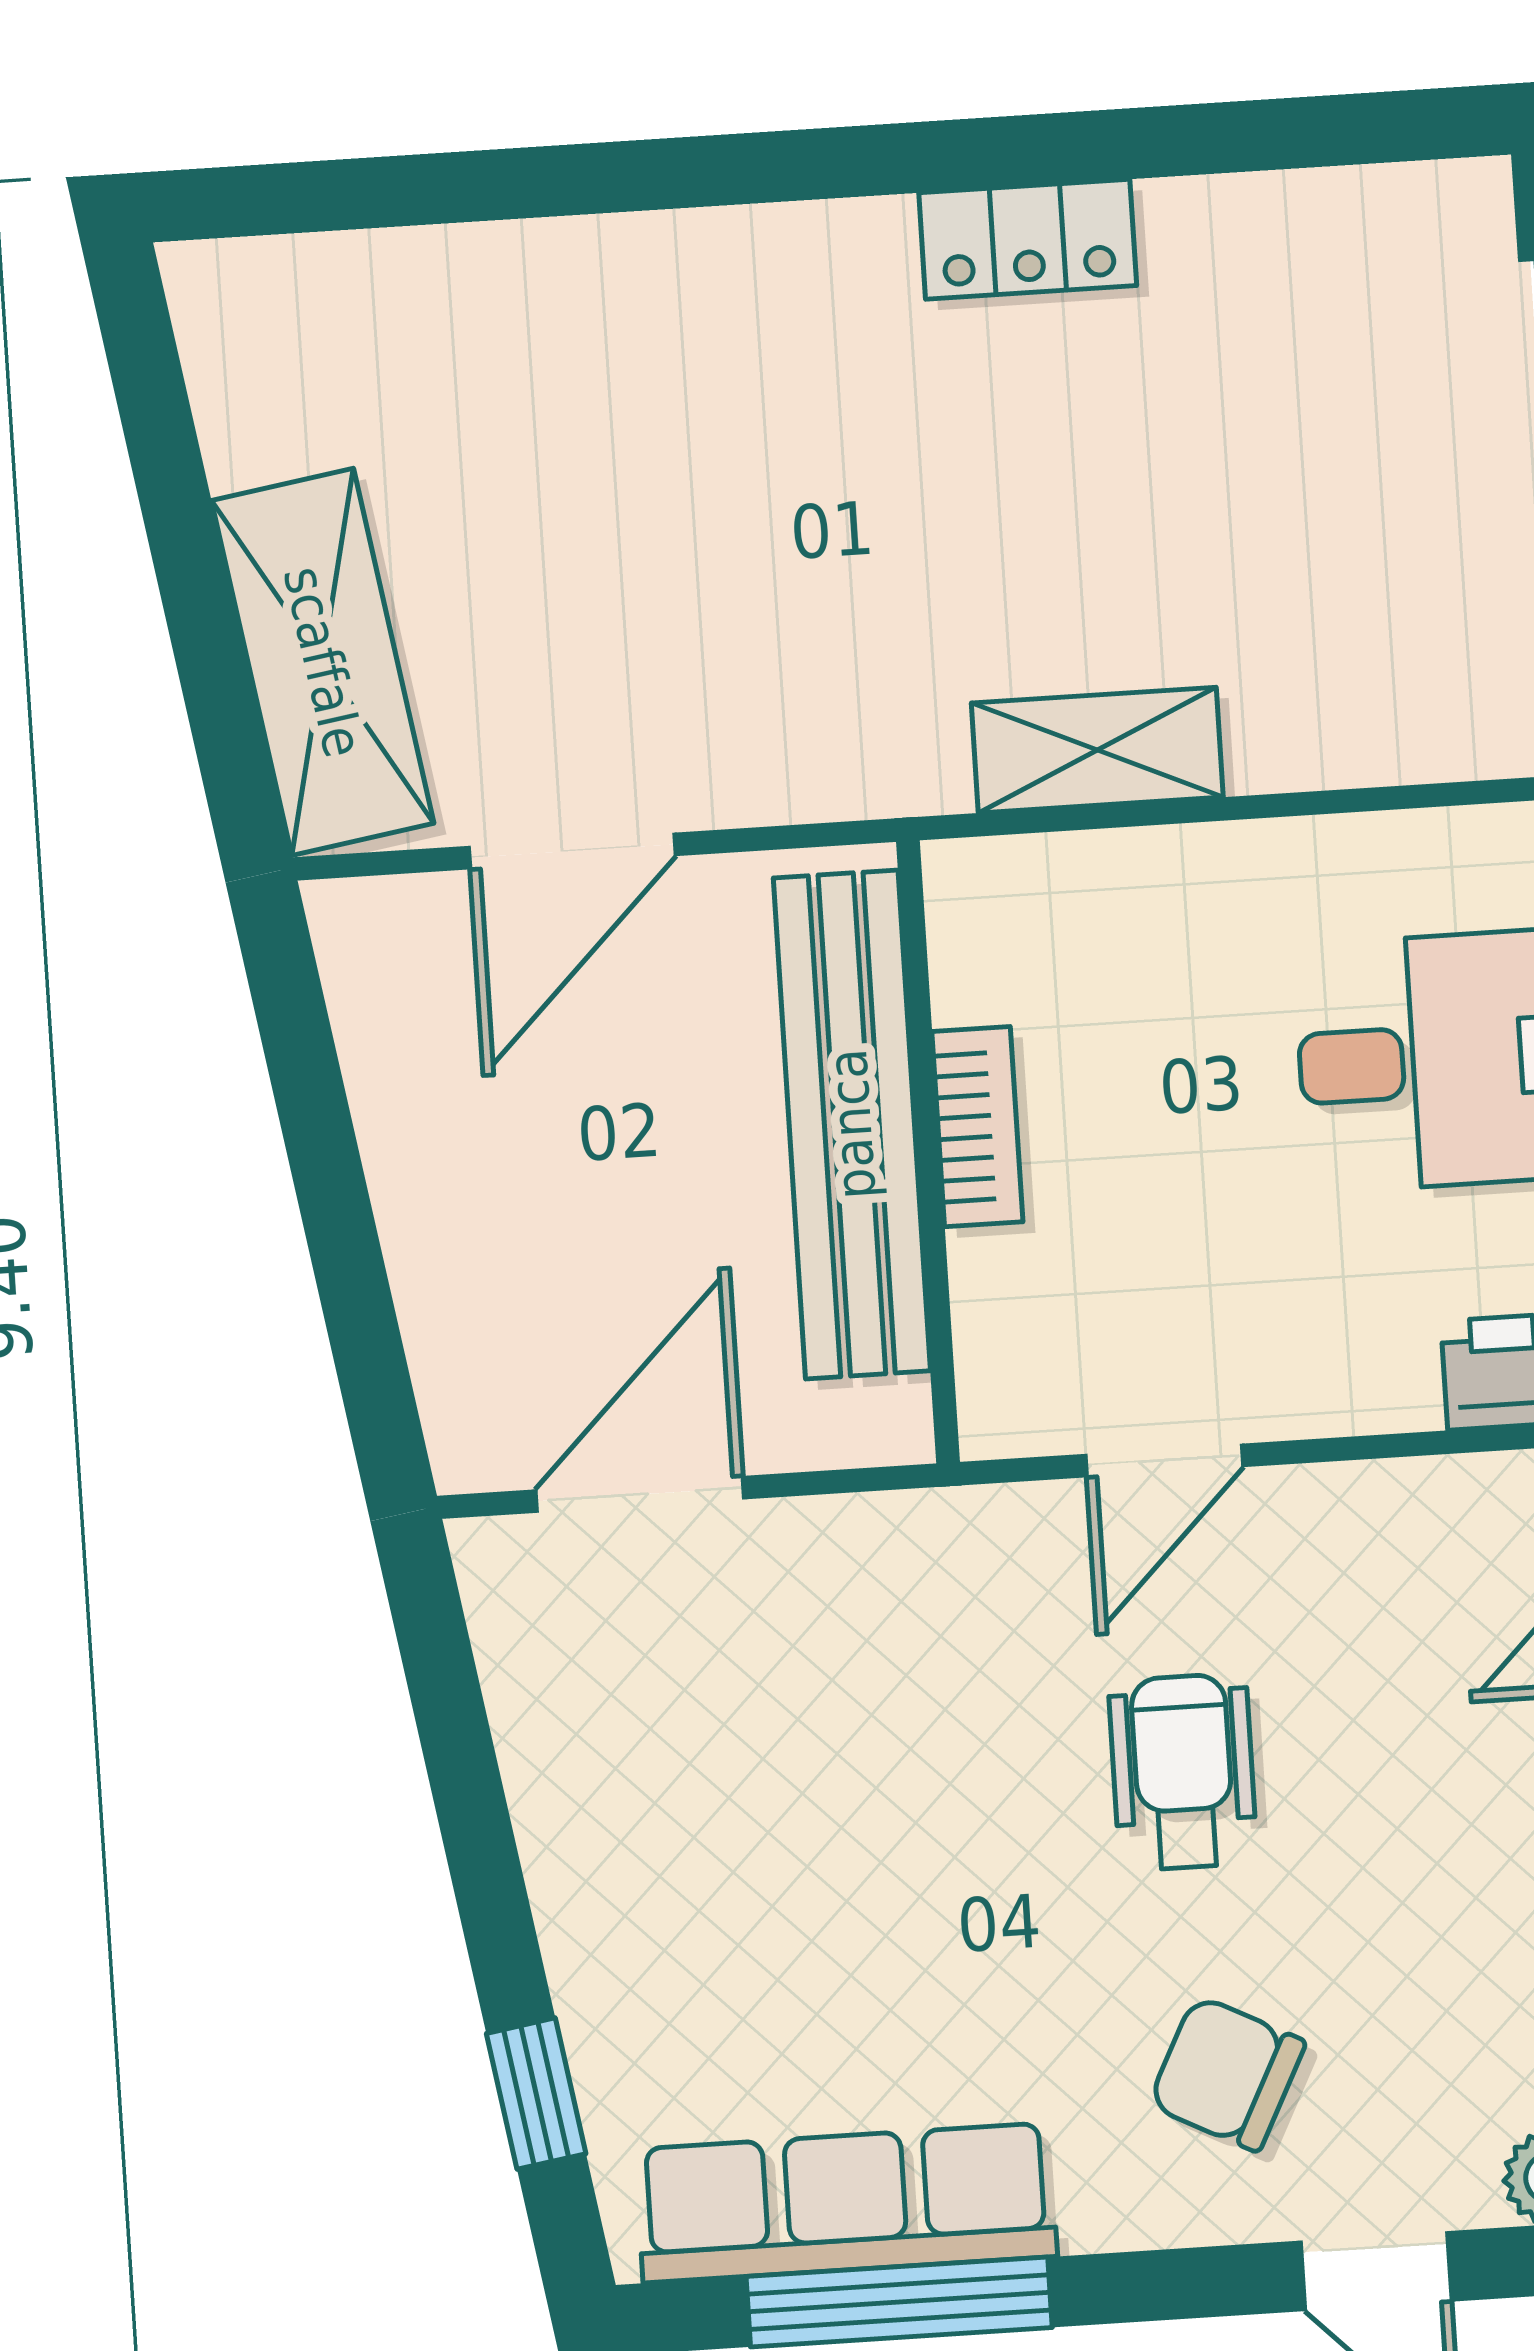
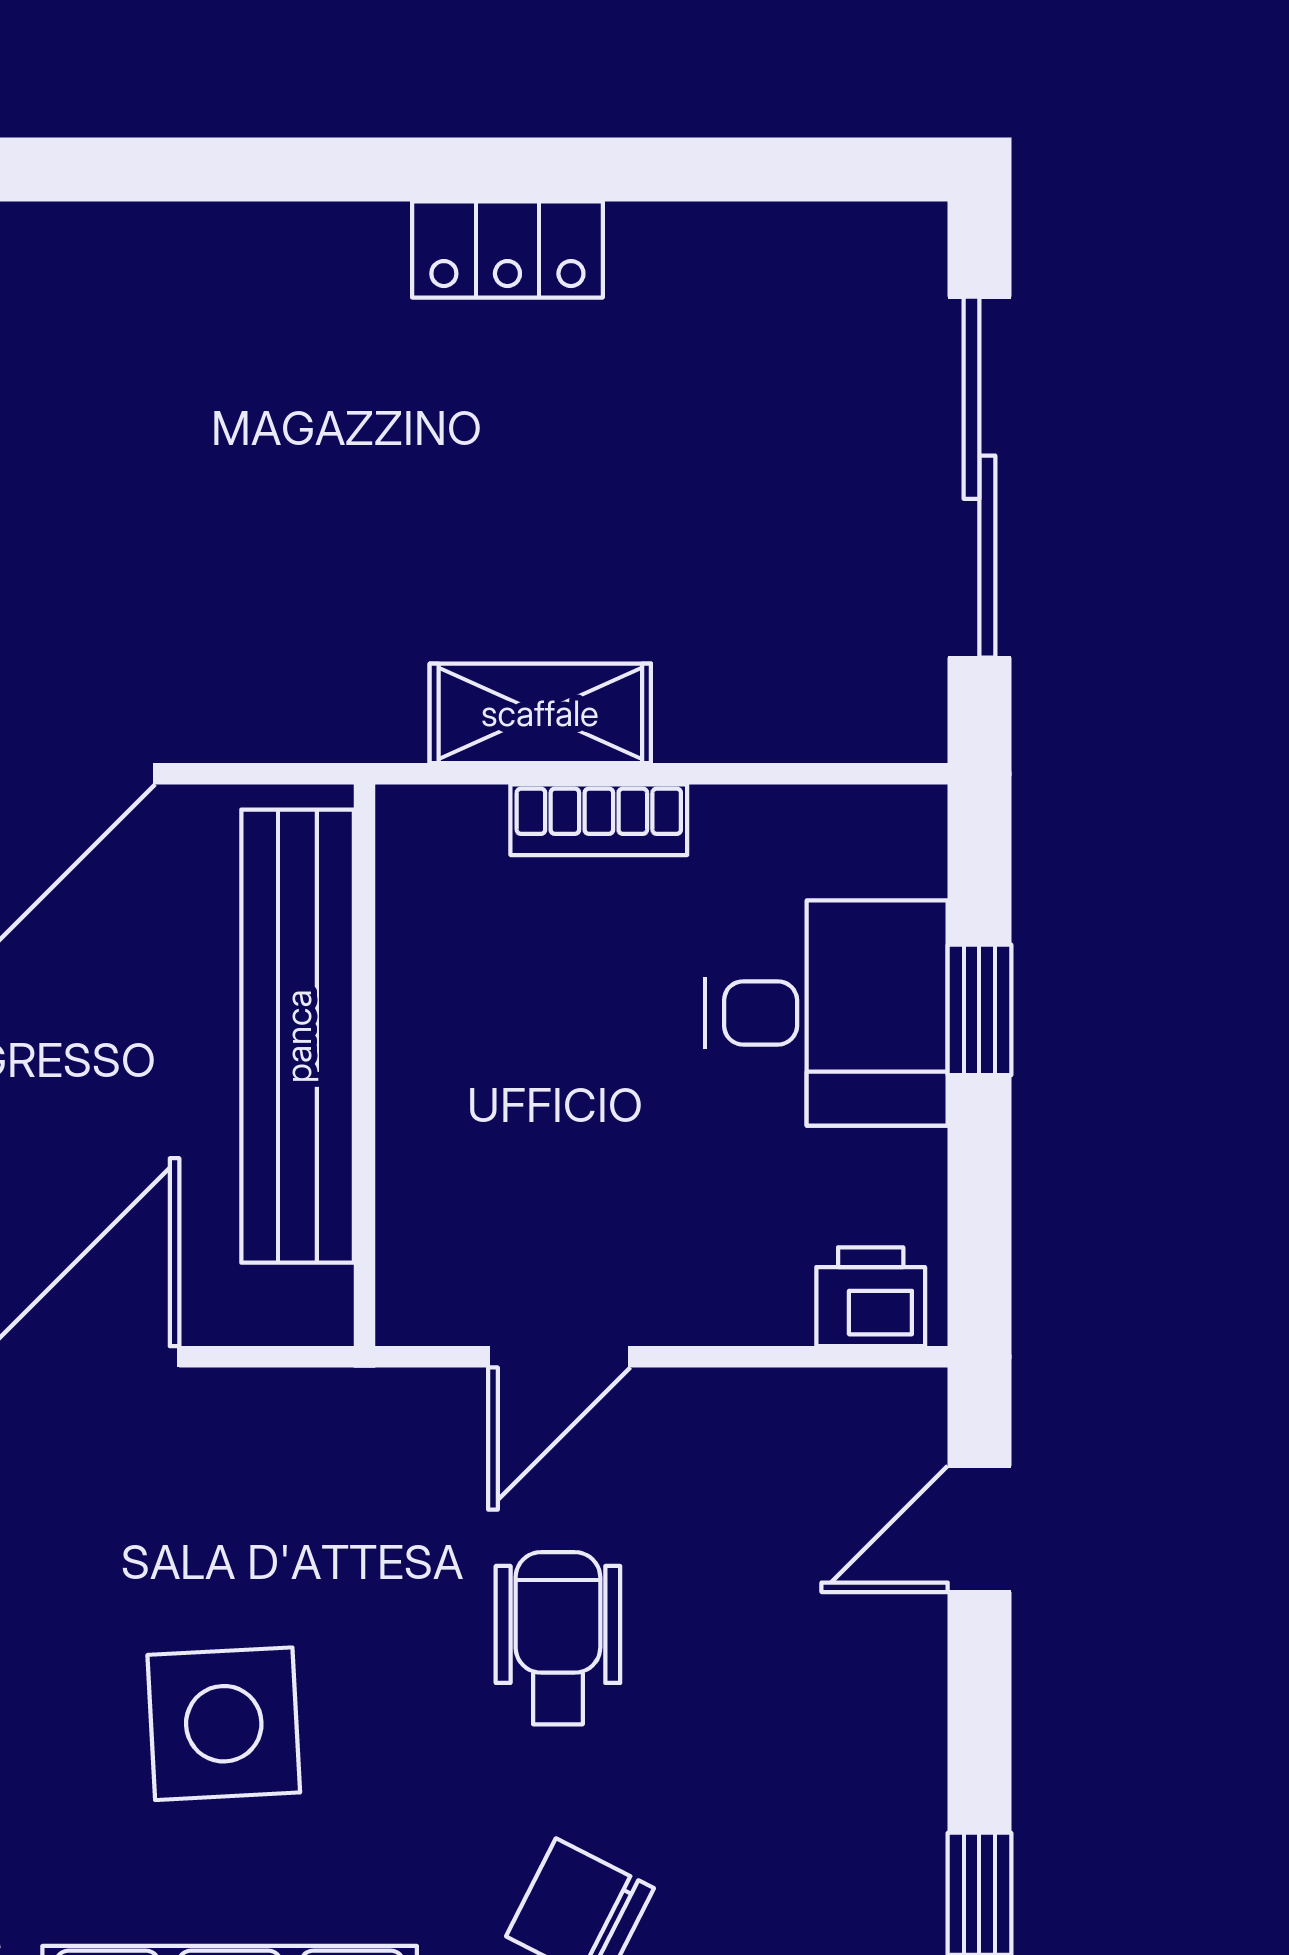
bookcase: (977, 1127) -> (599, 820), moved, turned 90
side table: (819, 1890) -> (224, 1724), added

